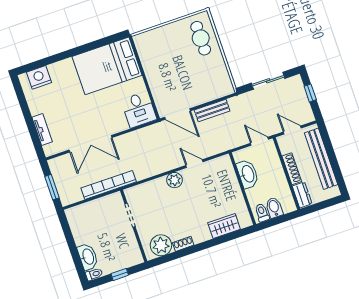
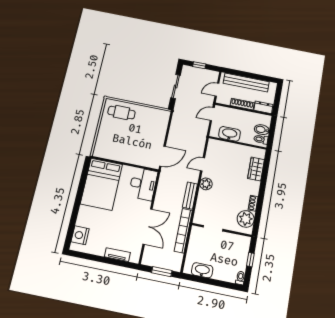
desk: (139, 110) -> (143, 184), width x1.37
bench: (212, 110) -> (190, 196), moved
washbasin: (88, 257) -> (202, 270), moved

